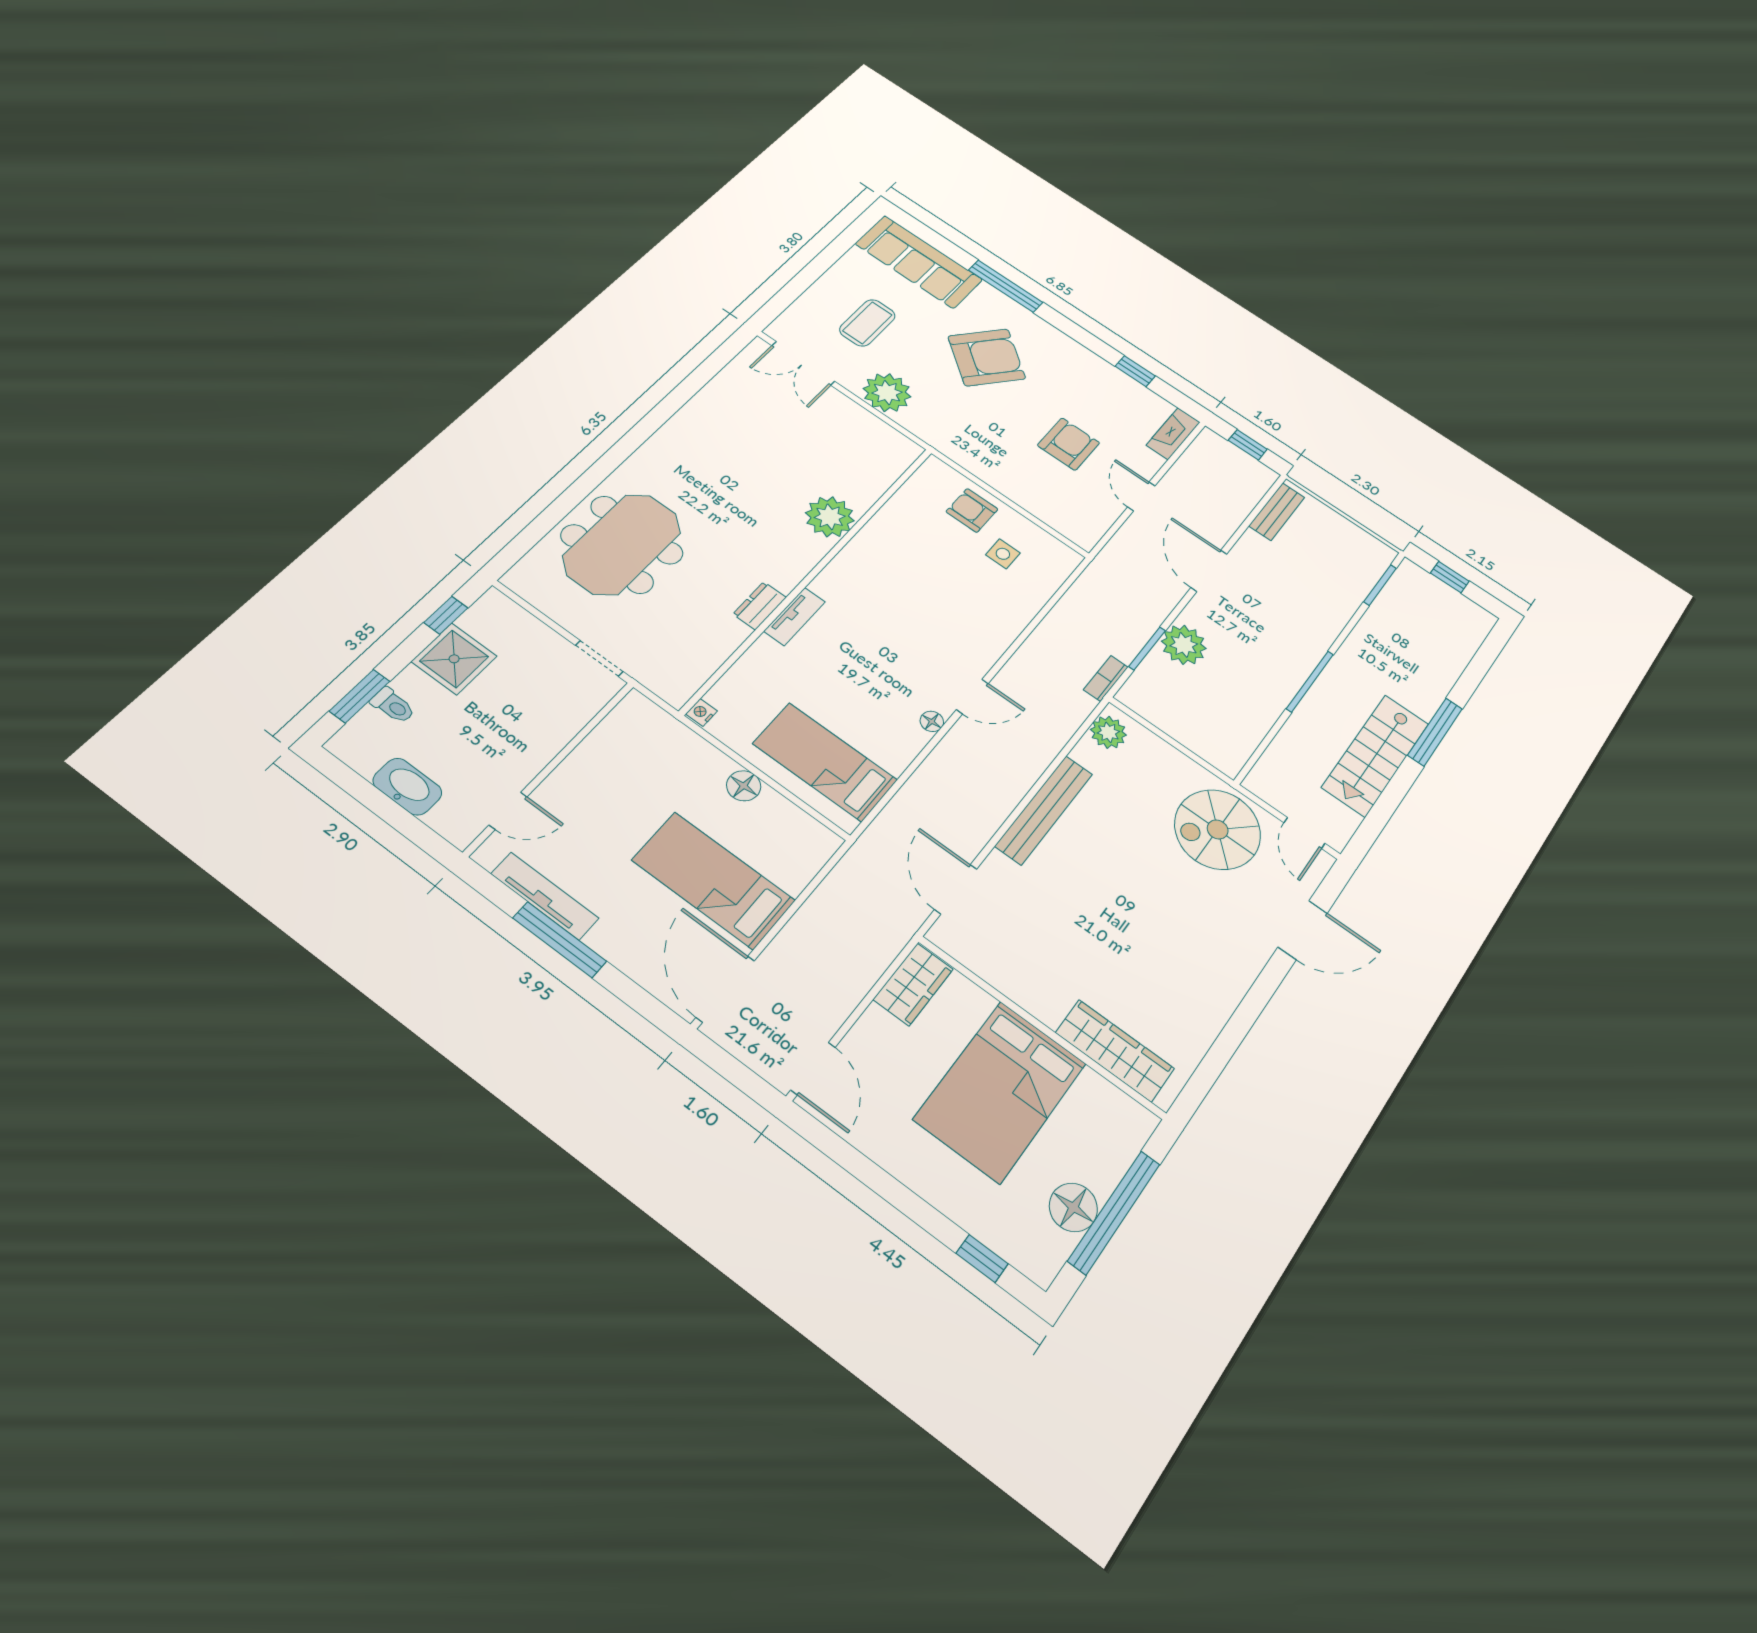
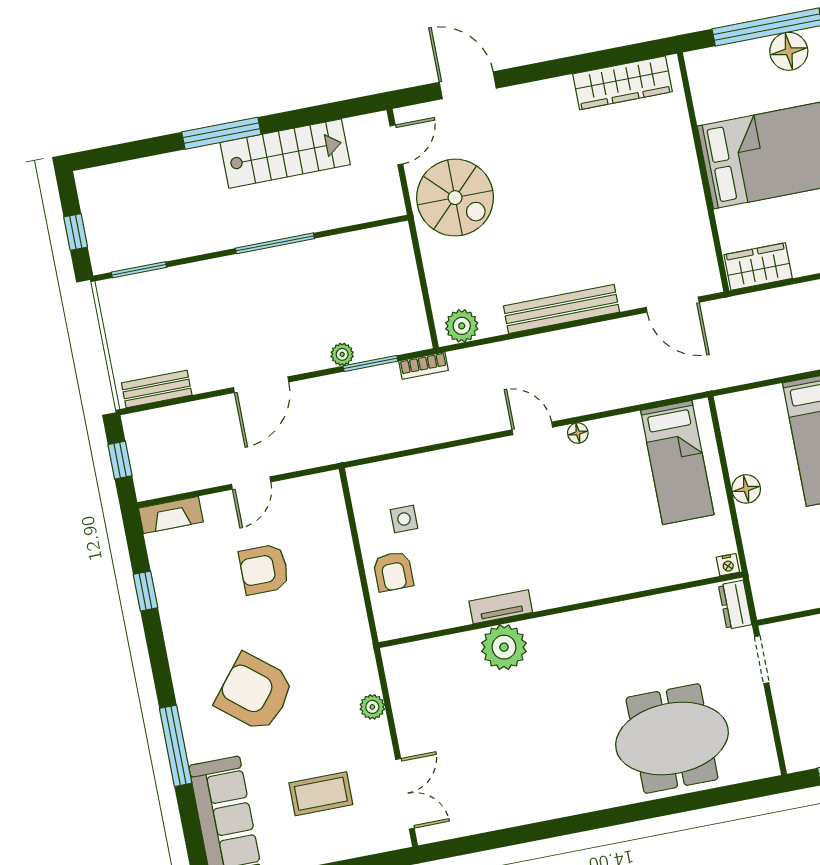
plant: (887, 393) -> (372, 707), width x0.53, depth x0.53
dresser: (760, 606) -> (735, 605), moved, turned 90
tv unit: (795, 616) -> (501, 607), moved
plant: (1184, 645) -> (342, 354), width x0.53, depth x0.53
door: (956, 889) -> (673, 305), hinge flipped
wardrobe: (1115, 1051) -> (623, 83), moved, turned -90

